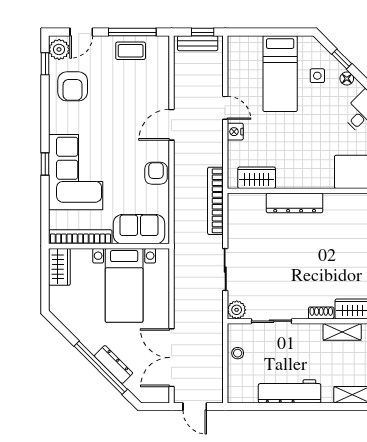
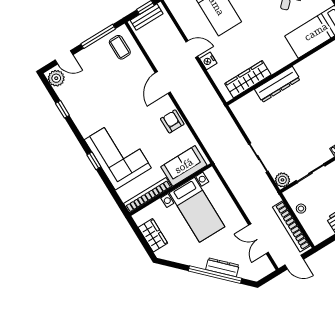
door: (81, 32) -> (64, 57), hinge flipped
coffee table: (131, 51) -> (120, 47), moved, turned 90
window: (45, 64) -> (62, 109), moved
armchair: (73, 86) -> (81, 97), removed
wardrobe: (257, 178) -> (248, 79), width x1.50
bookcase: (215, 201) -> (291, 226), moved
wardrobe: (59, 267) -> (153, 235), moved
double door: (172, 358) -> (259, 239), width x0.73

